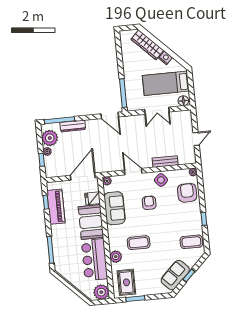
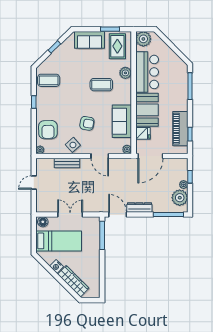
dresser: (73, 126) -> (139, 207), moved
armchair: (149, 203) -> (87, 123), turned -80
sofa: (175, 275) -> (90, 40), moved, turned 45

